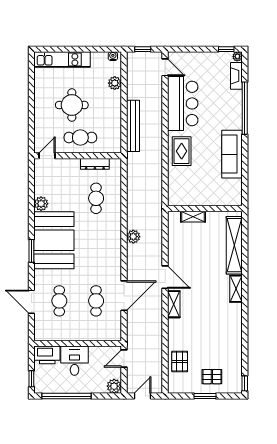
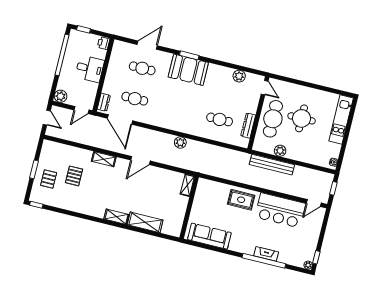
fireplace: (236, 76) -> (266, 254), moved
plant: (115, 83) -> (280, 151), moved
cafe table: (80, 138) -> (273, 119), width x1.37, depth x1.35
sofa: (232, 154) -> (209, 236), moved
plant: (41, 204) -> (239, 76), moved
shelving: (193, 217) -> (187, 185), moved
booth: (54, 240) -> (188, 70), width x0.73, depth x0.70
shelving: (234, 245) -> (145, 222), width x0.68
door: (124, 296) -> (120, 119), moved
shelving: (174, 304) -> (104, 159), moved
dresser: (109, 335) -> (104, 102), added
printer: (47, 355) -> (104, 43), width x0.53, depth x0.68
door: (124, 359) -> (81, 110), swing flipped
pallet: (180, 362) -> (74, 176), moved, turned 90

